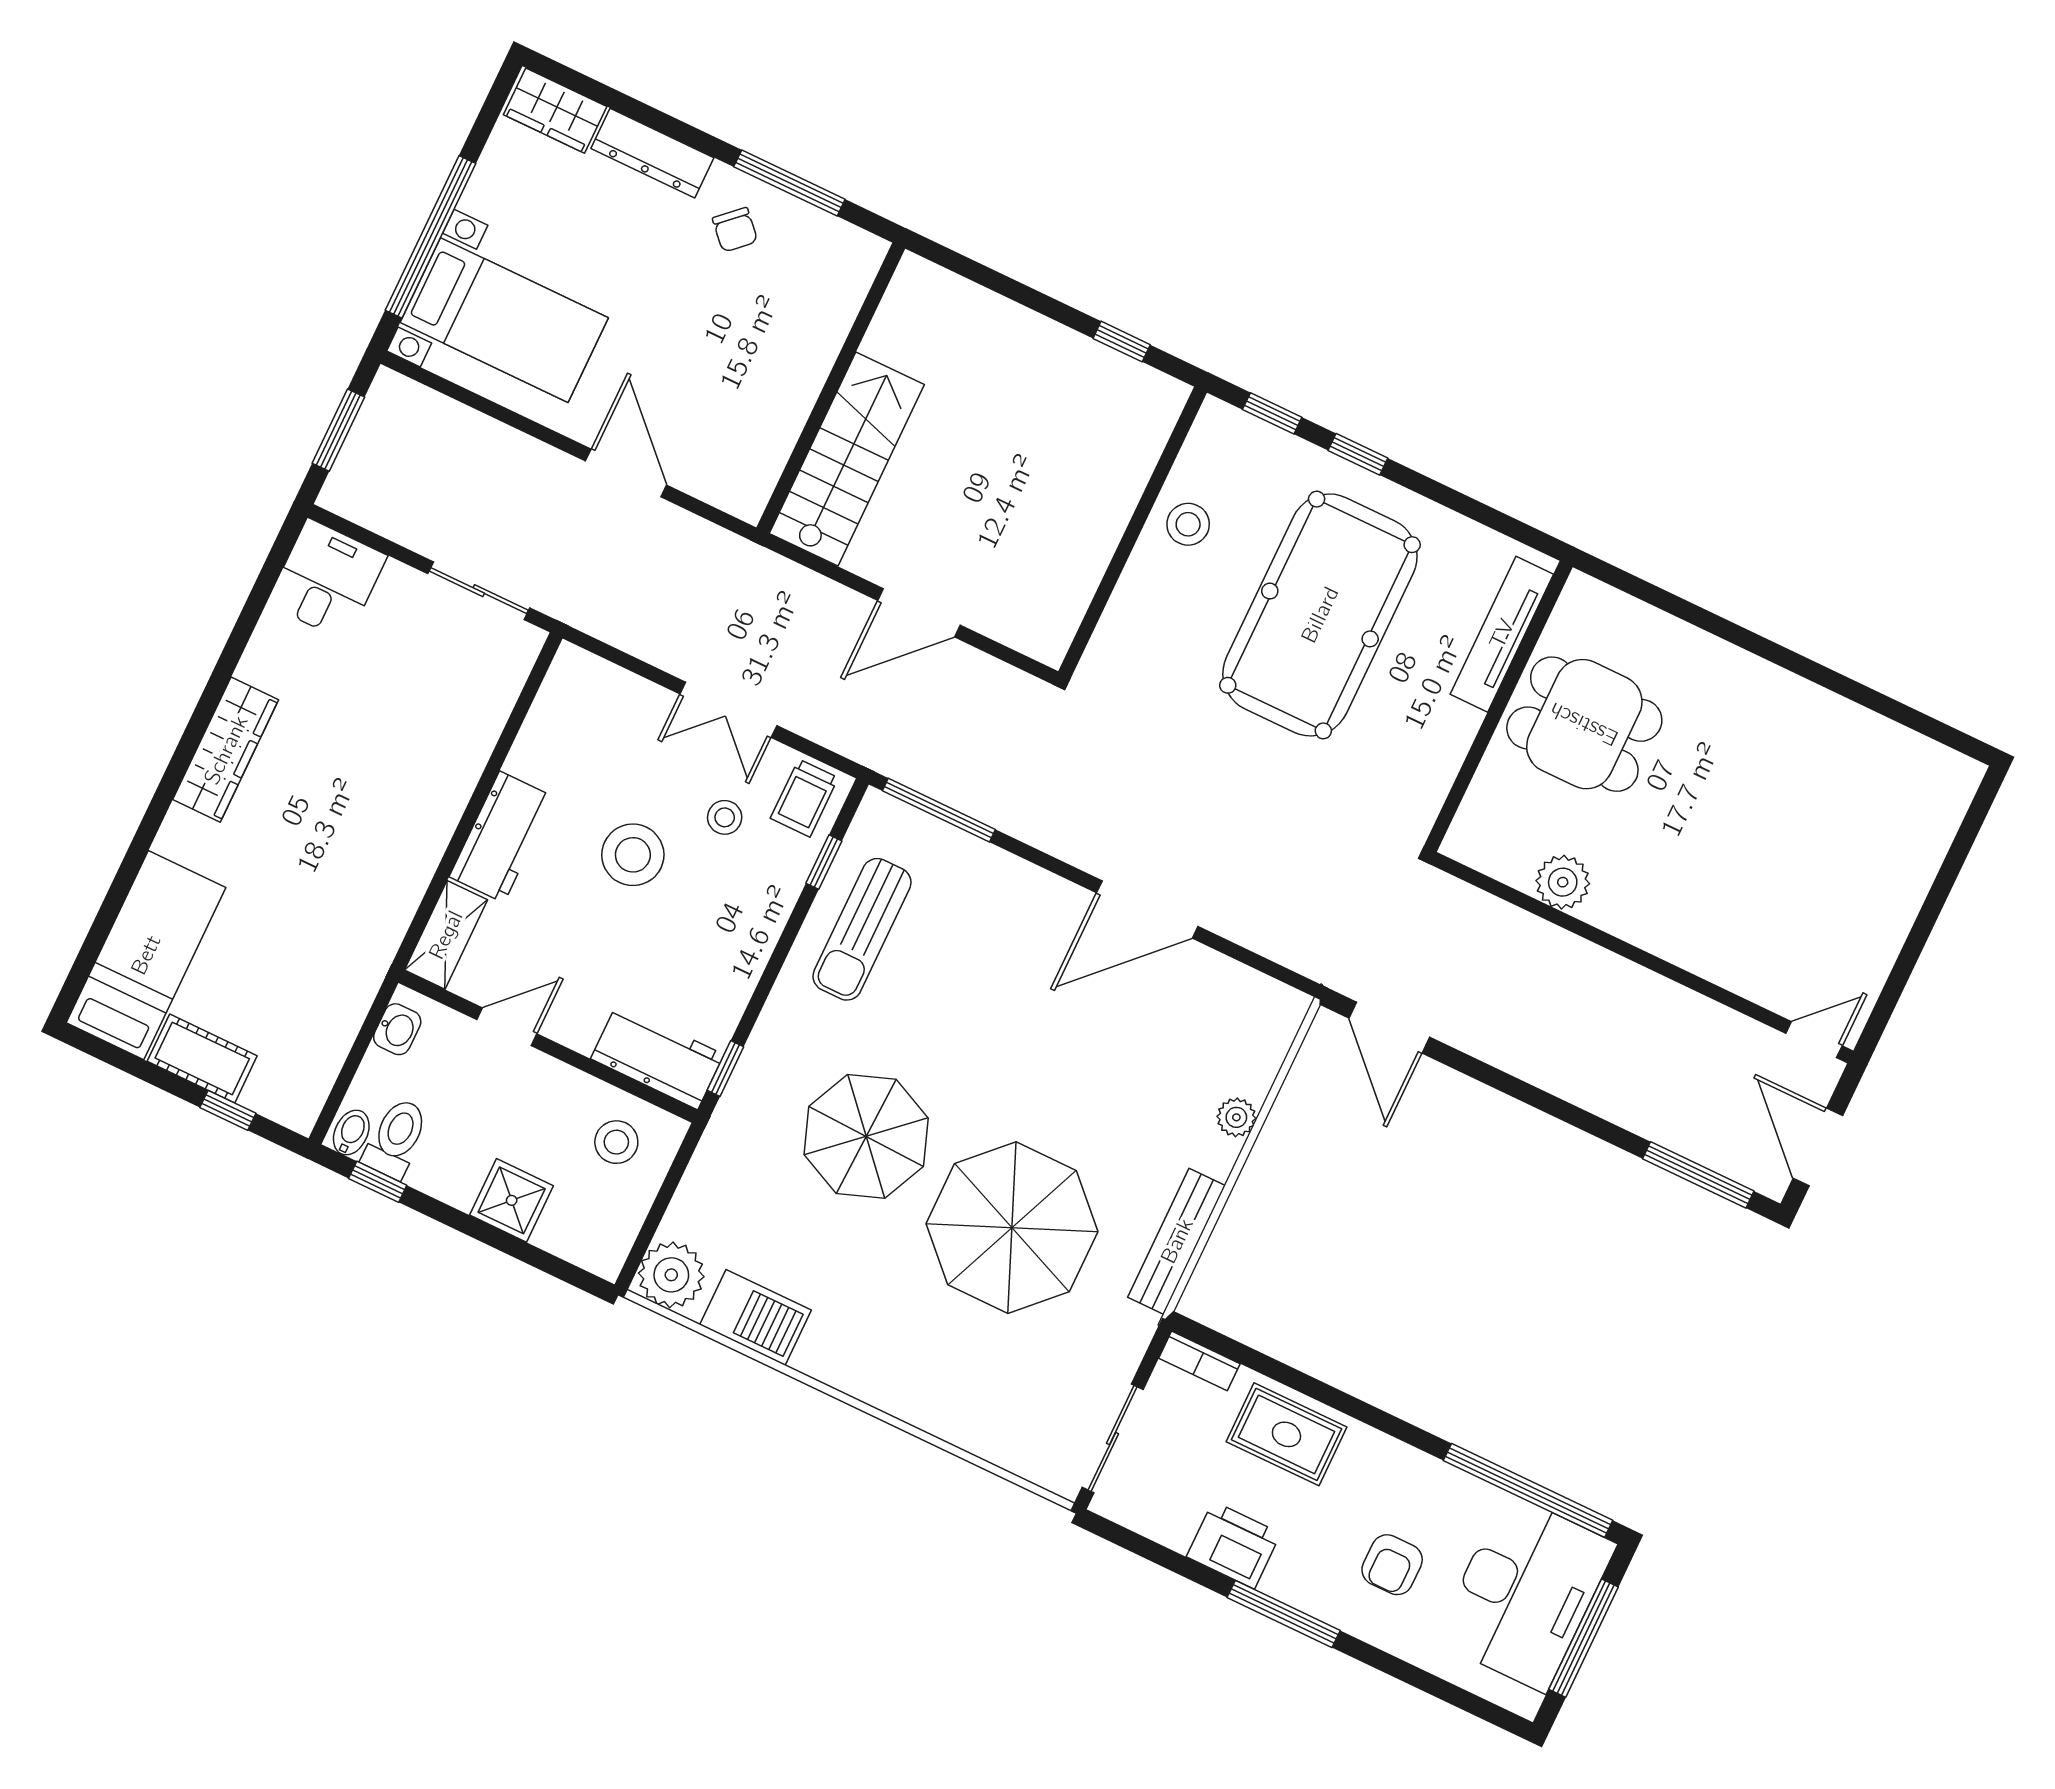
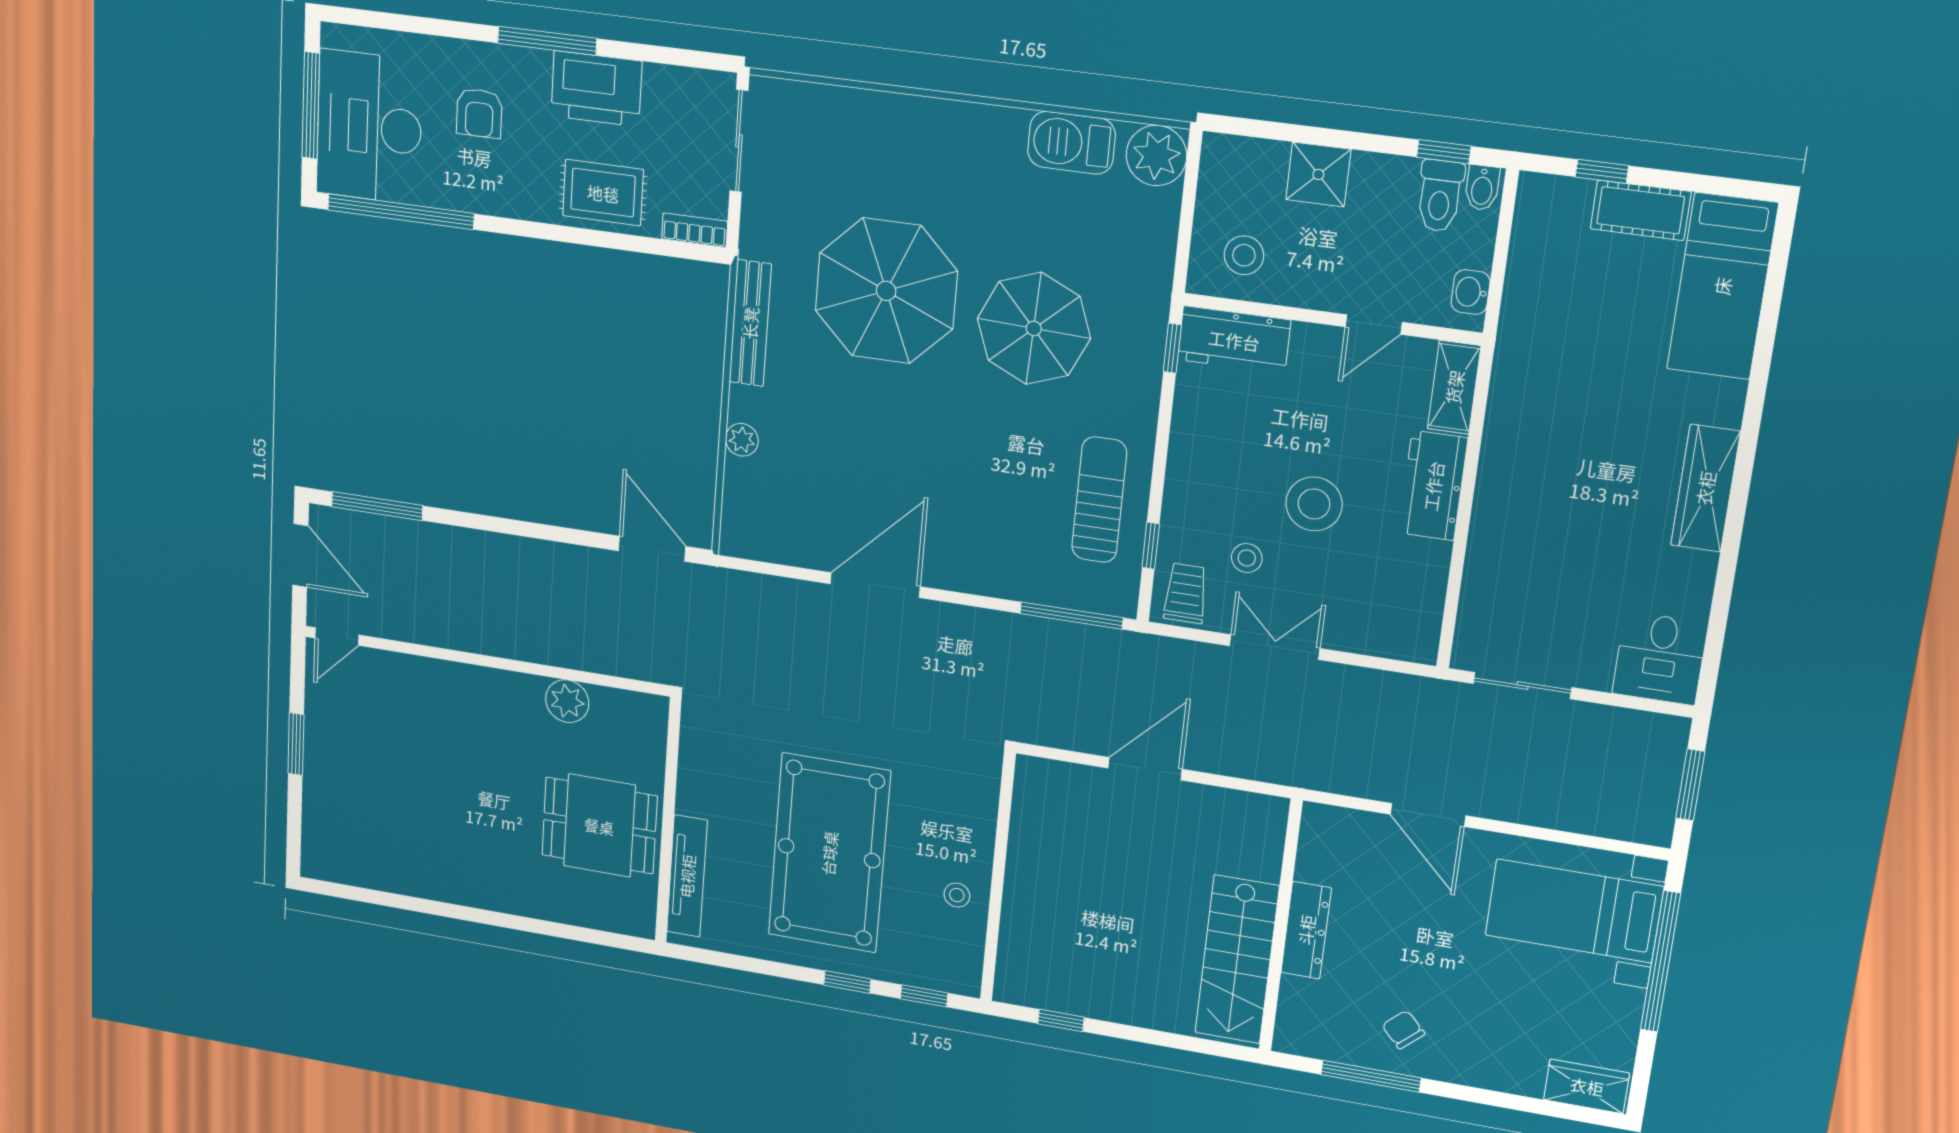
dresser: (652, 153) -> (1306, 930), moved, turned 90
stairs: (847, 459) -> (1237, 960), moved
stool: (1188, 524) -> (957, 895), width x0.73, depth x0.73
window: (1922, 928) -> (296, 744), added
printer: (1234, 1545) -> (596, 89), width x1.37, depth x1.19
armchair: (1392, 1565) -> (479, 113), turned 180

